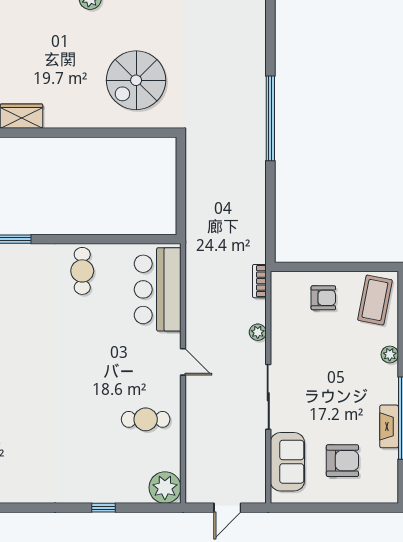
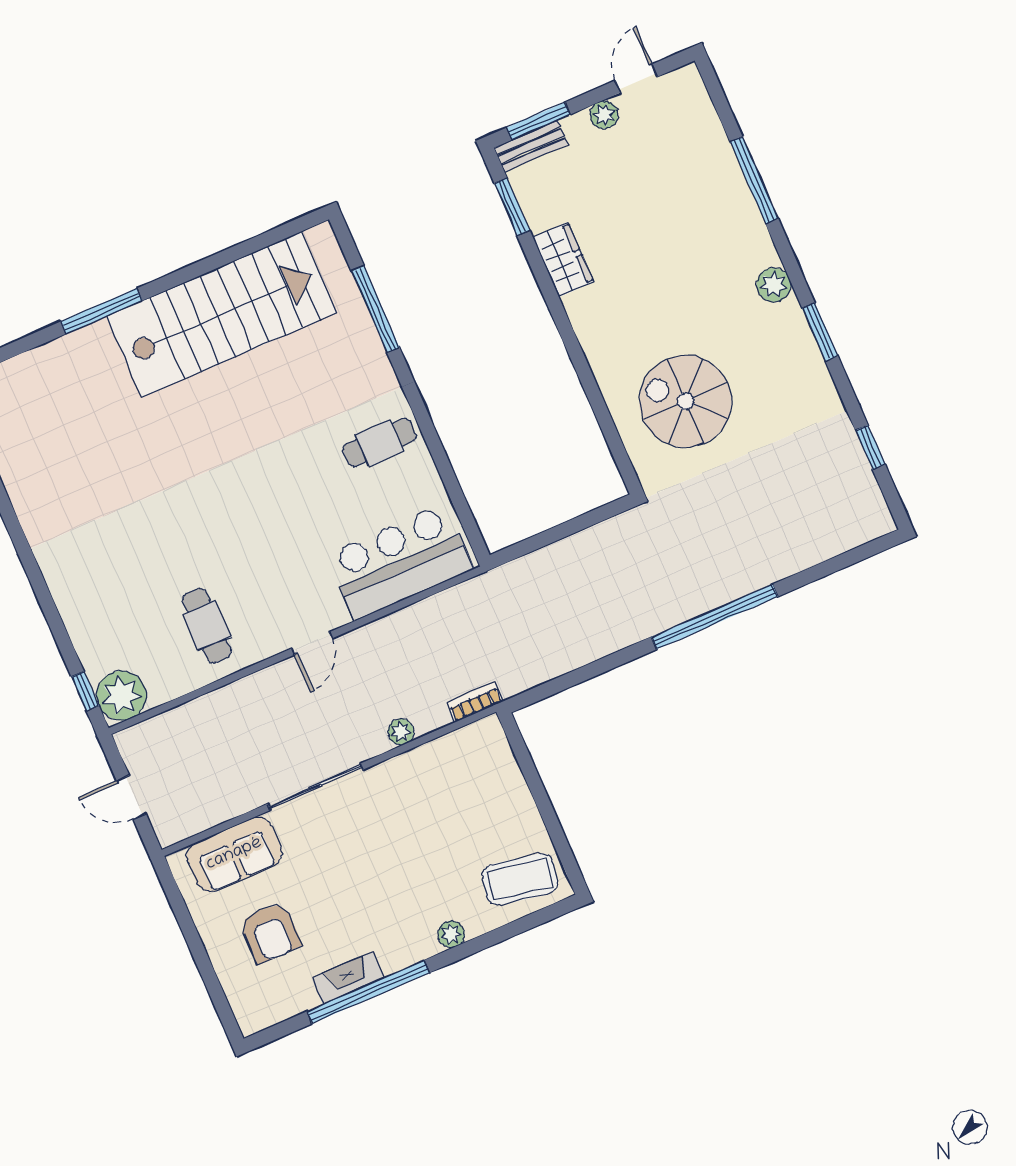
armchair: (323, 298) -> (491, 804), removed
window: (104, 508) -> (85, 691), moved

